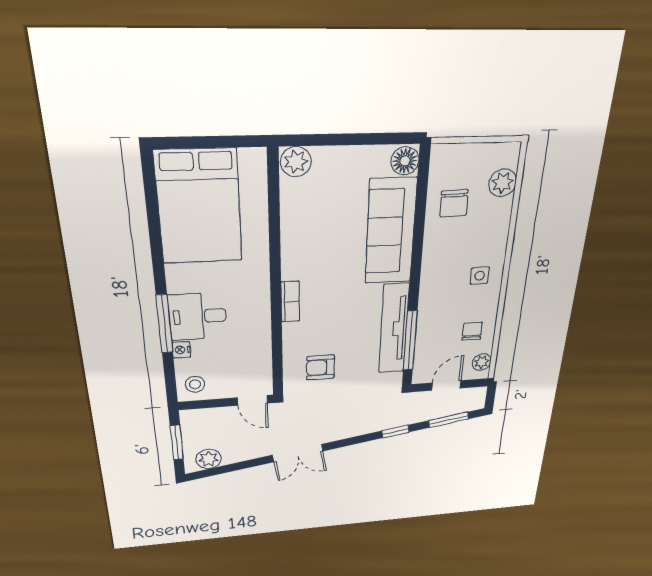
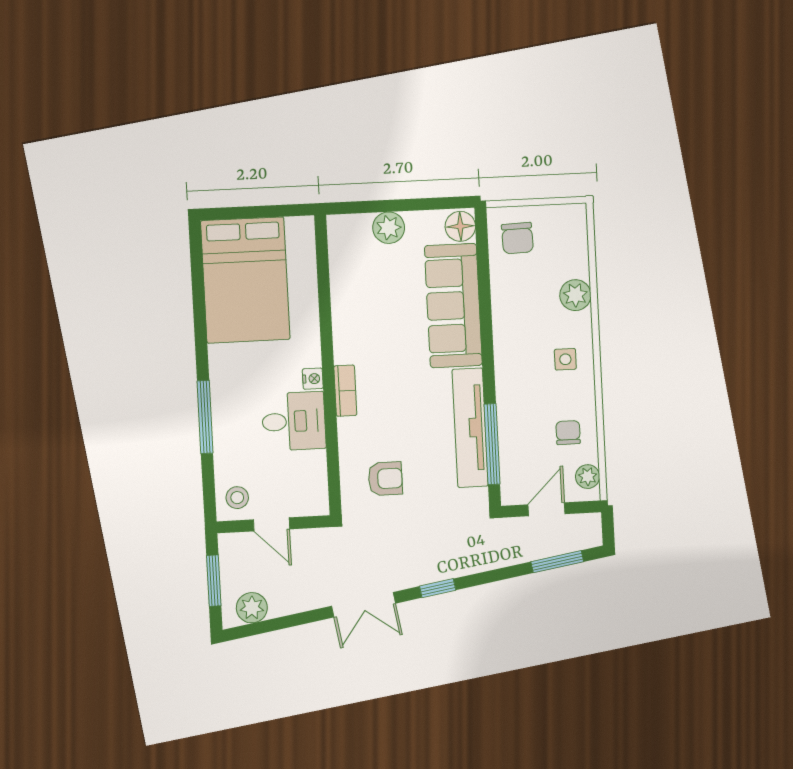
plant: (296, 162) -> (389, 228), moved
plant: (503, 183) -> (575, 295), moved
chair: (454, 203) -> (517, 238), moved
desk: (198, 316) -> (294, 421), moved, turned 180
nightstand: (181, 350) -> (313, 379), moved, turned 180
armchair: (320, 368) -> (385, 479), turned 180
door: (253, 400) -> (271, 524), moved
window: (395, 431) -> (438, 588), moved

